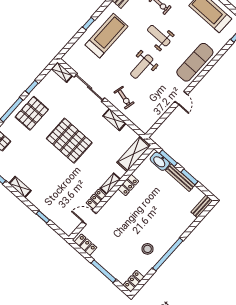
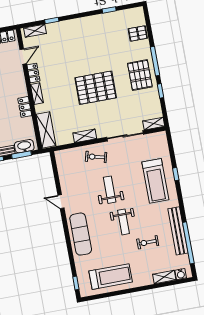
weight bench: (159, 36) -> (124, 222), turned 90
shelving: (20, 187) -> (35, 31), moved

